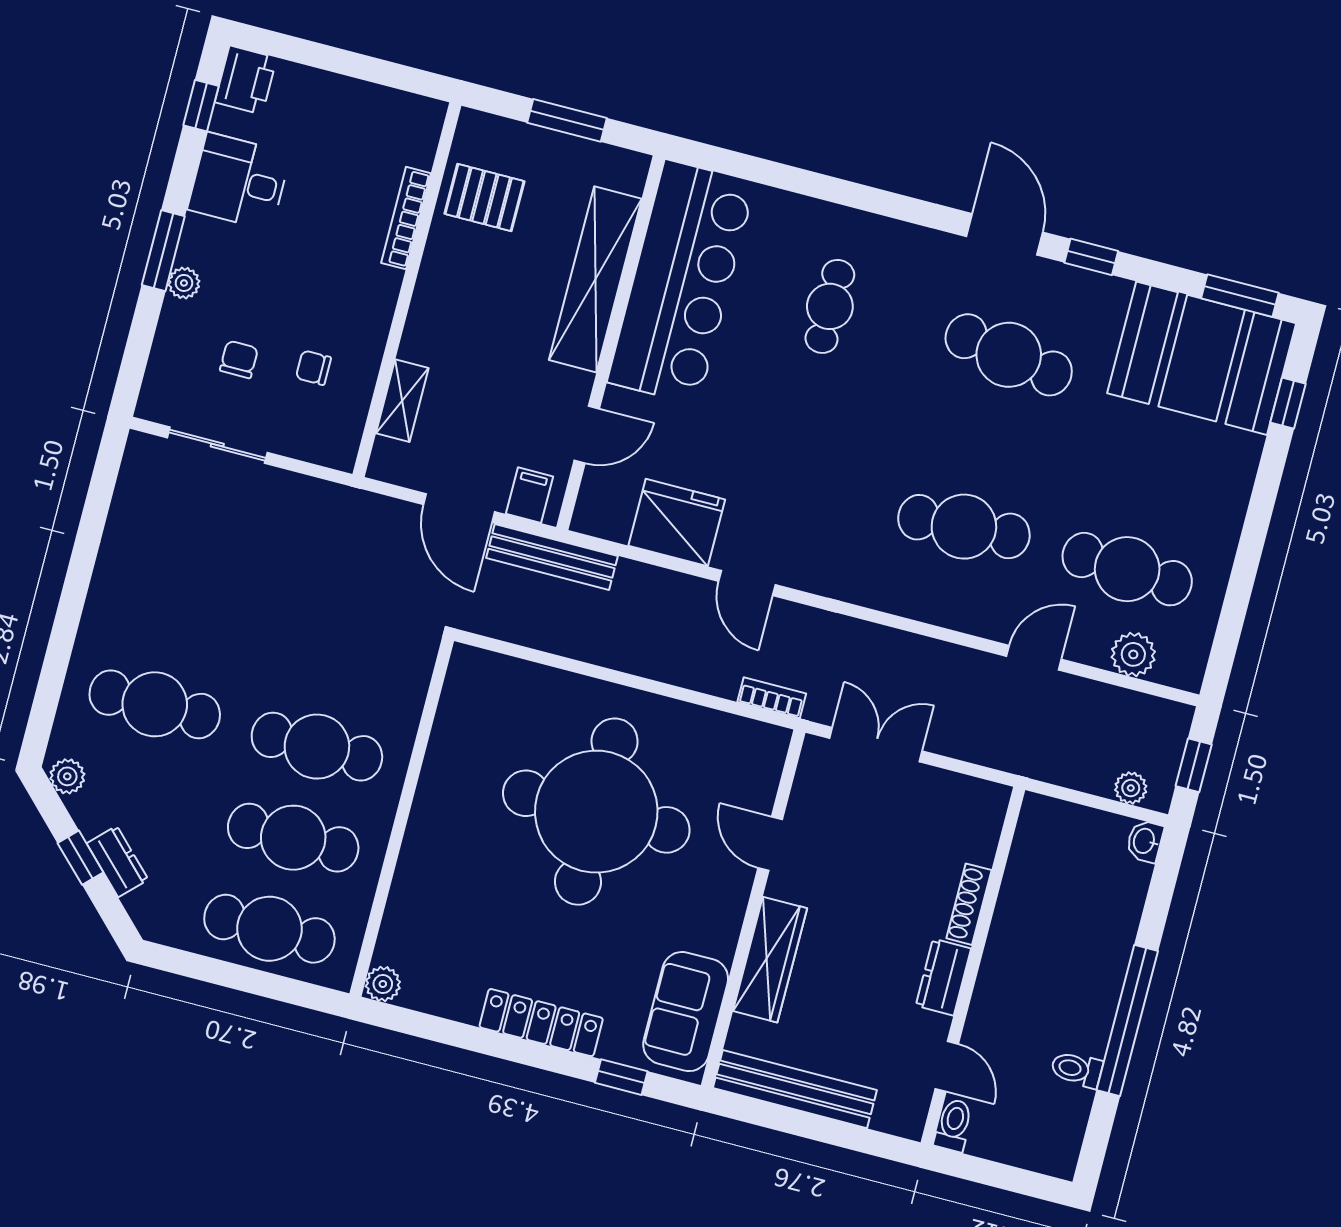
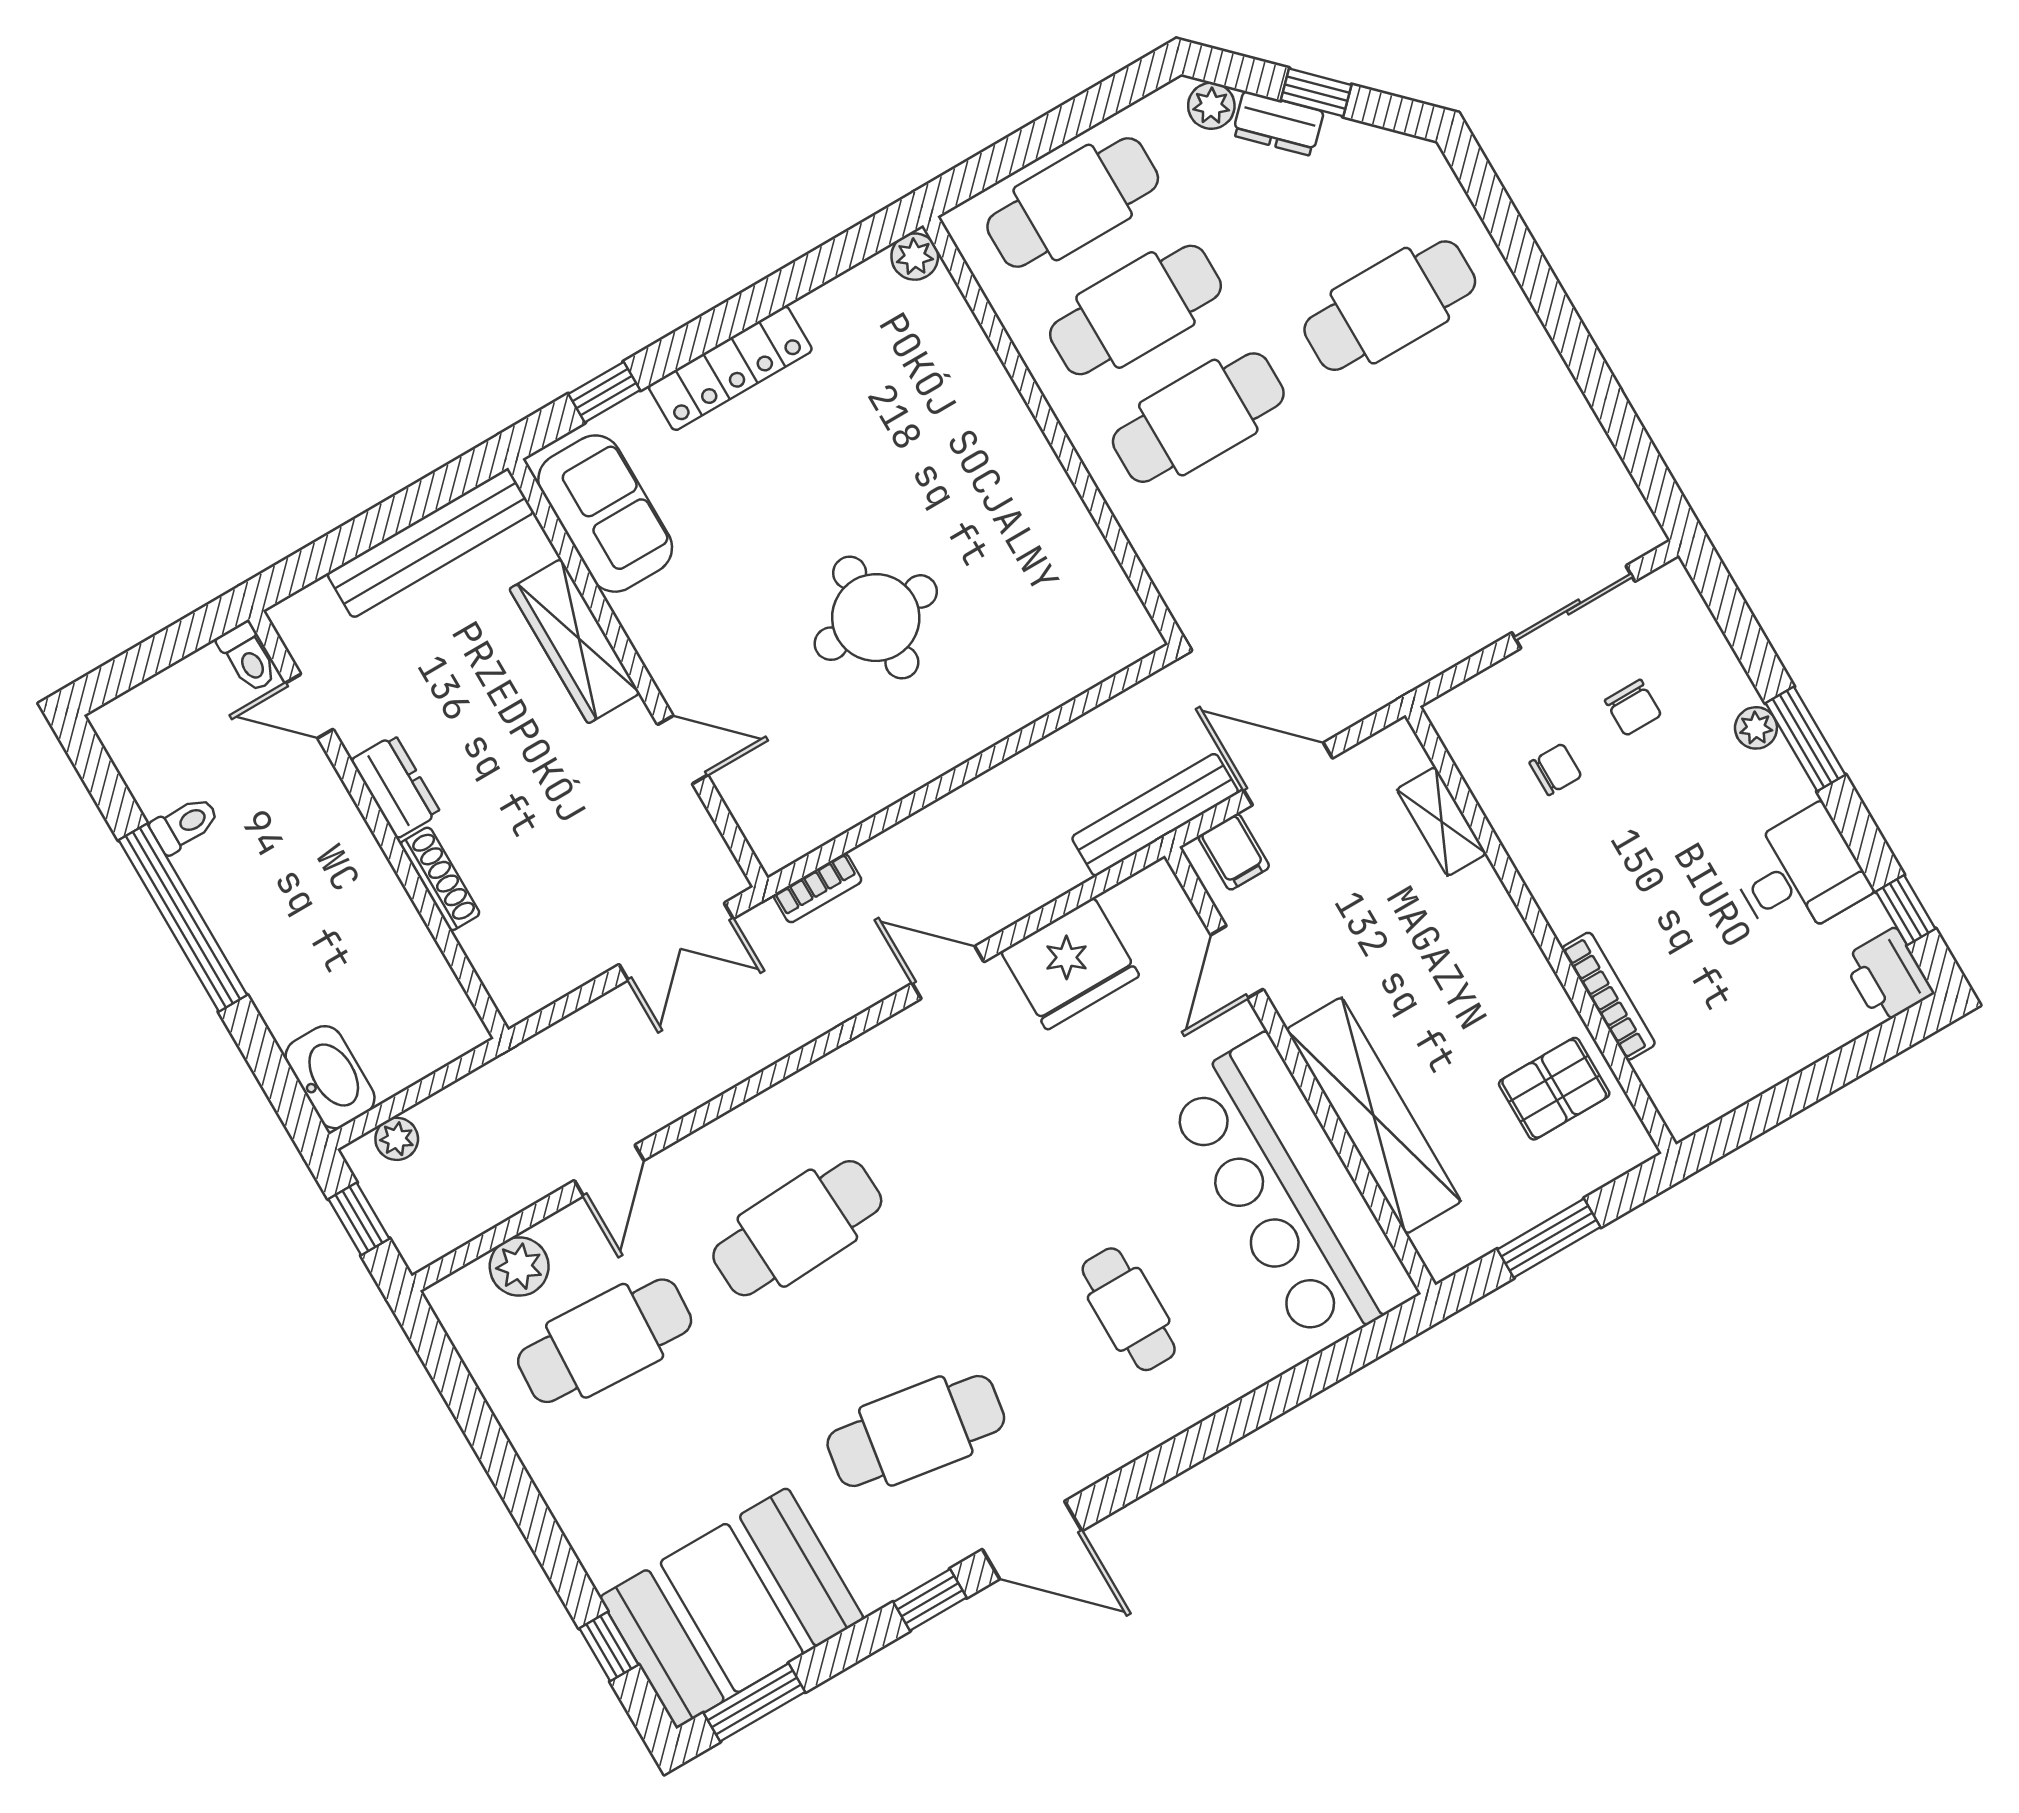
plant: (67, 776) -> (1211, 106), moved
round table: (596, 812) -> (876, 618), width x0.54, depth x0.54
washbasin: (1145, 841) -> (330, 1077), width x1.91, depth x1.45

